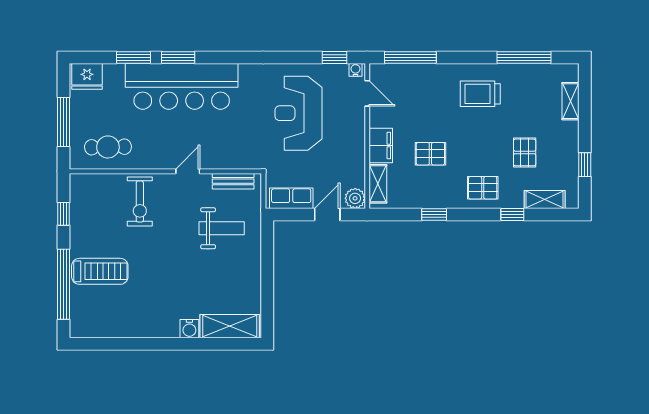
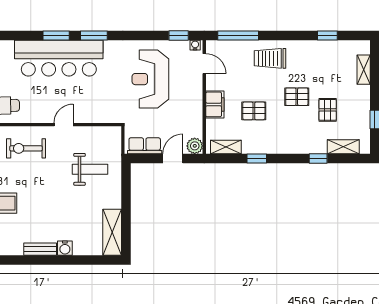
window: (134, 58) -> (94, 36), moved
window: (524, 58) -> (327, 36), width x0.46
trolley: (480, 94) -> (270, 58), moved
bench: (233, 181) -> (40, 249), moved
shelving: (378, 184) -> (226, 147), moved, turned 90
pallet: (483, 188) -> (297, 97), moved
exercise bike: (140, 202) -> (26, 148), turned 90
shelving: (230, 326) -> (112, 232), moved, turned 90

